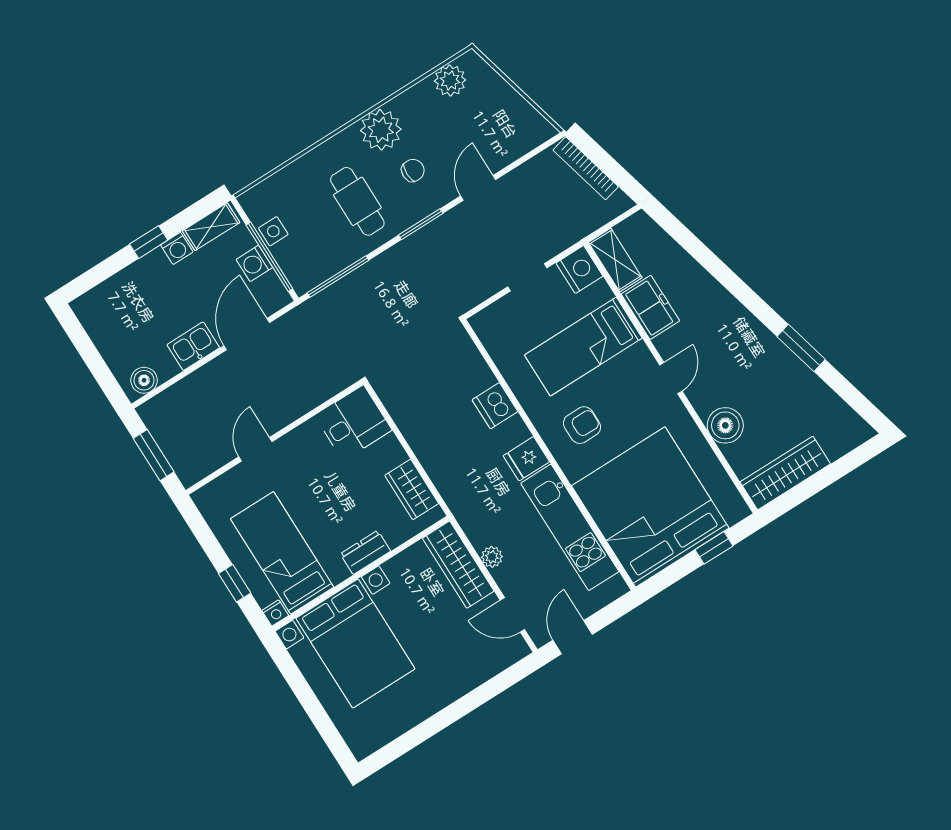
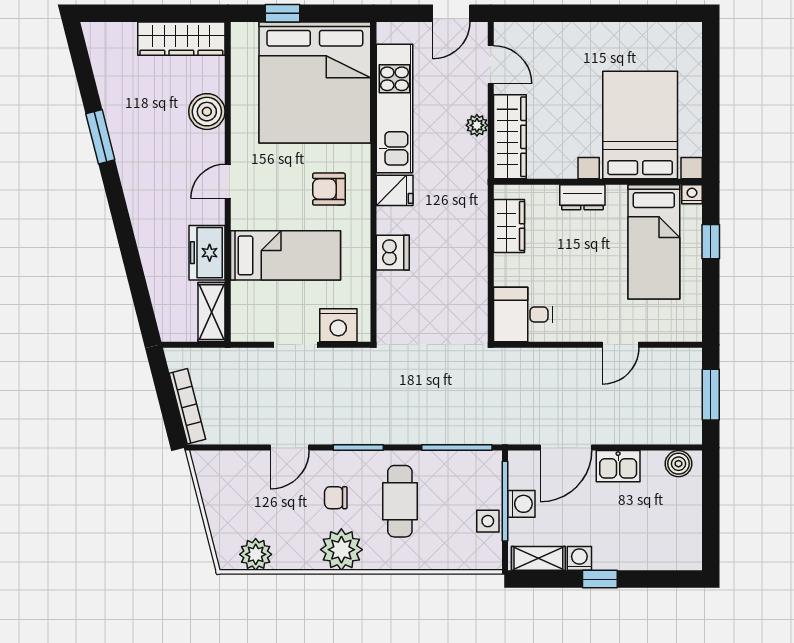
nightstand: (579, 269) -> (338, 325), moved, turned -90

